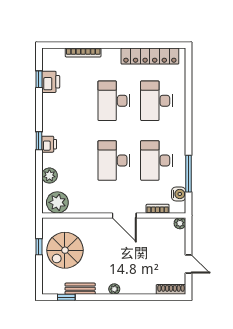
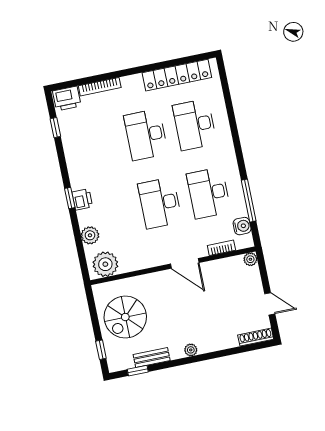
printer: (51, 82) -> (67, 99), moved, turned 90
window: (39, 247) -> (101, 350), moved

